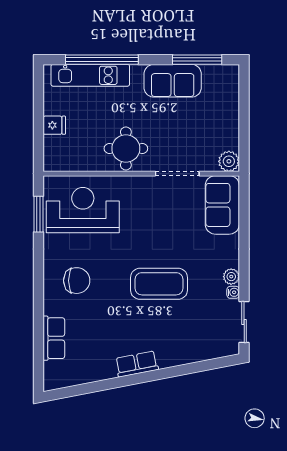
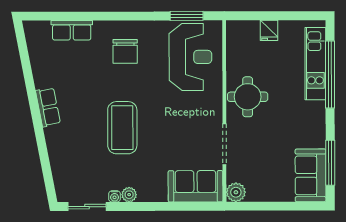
sofa: (173, 81) -> (311, 175), moved

